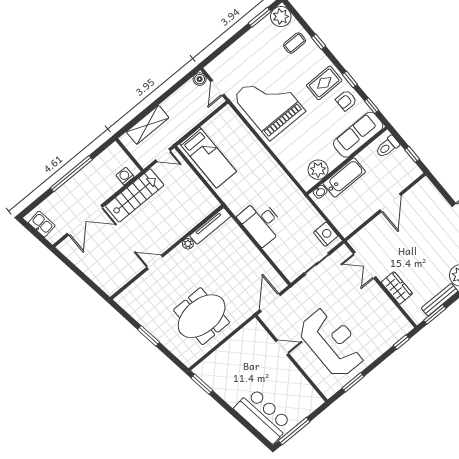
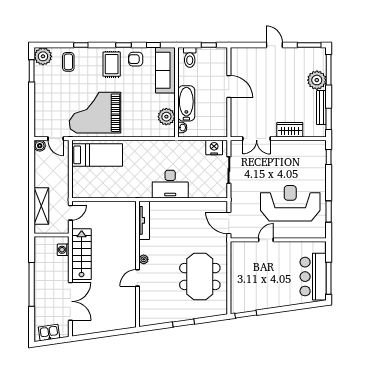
armchair: (346, 100) -> (136, 59), turned 90
bed: (208, 158) -> (97, 155), moved
plant: (188, 244) -> (144, 259), moved
bar counter: (263, 416) -> (313, 277), moved, turned -82

